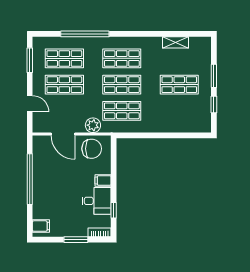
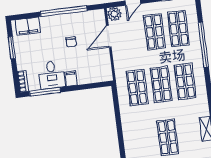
plant: (93, 125) -> (114, 14), moved
chair: (92, 149) -> (71, 42), moved, width x0.54, depth x0.54
window: (114, 210) -> (45, 92), width x2.17
filing cabinet: (41, 226) -> (28, 26), width x2.00
window: (76, 240) -> (12, 48), moved

